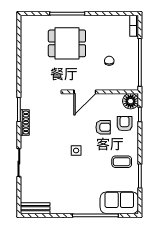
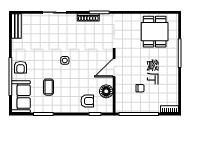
dining table: (67, 43) -> (155, 32), moved
door: (85, 92) -> (114, 68), hinge flipped
floor lamp: (131, 101) -> (106, 91), moved
armchair: (103, 127) -> (21, 67), moved
coffee table: (122, 162) -> (49, 87), moved

